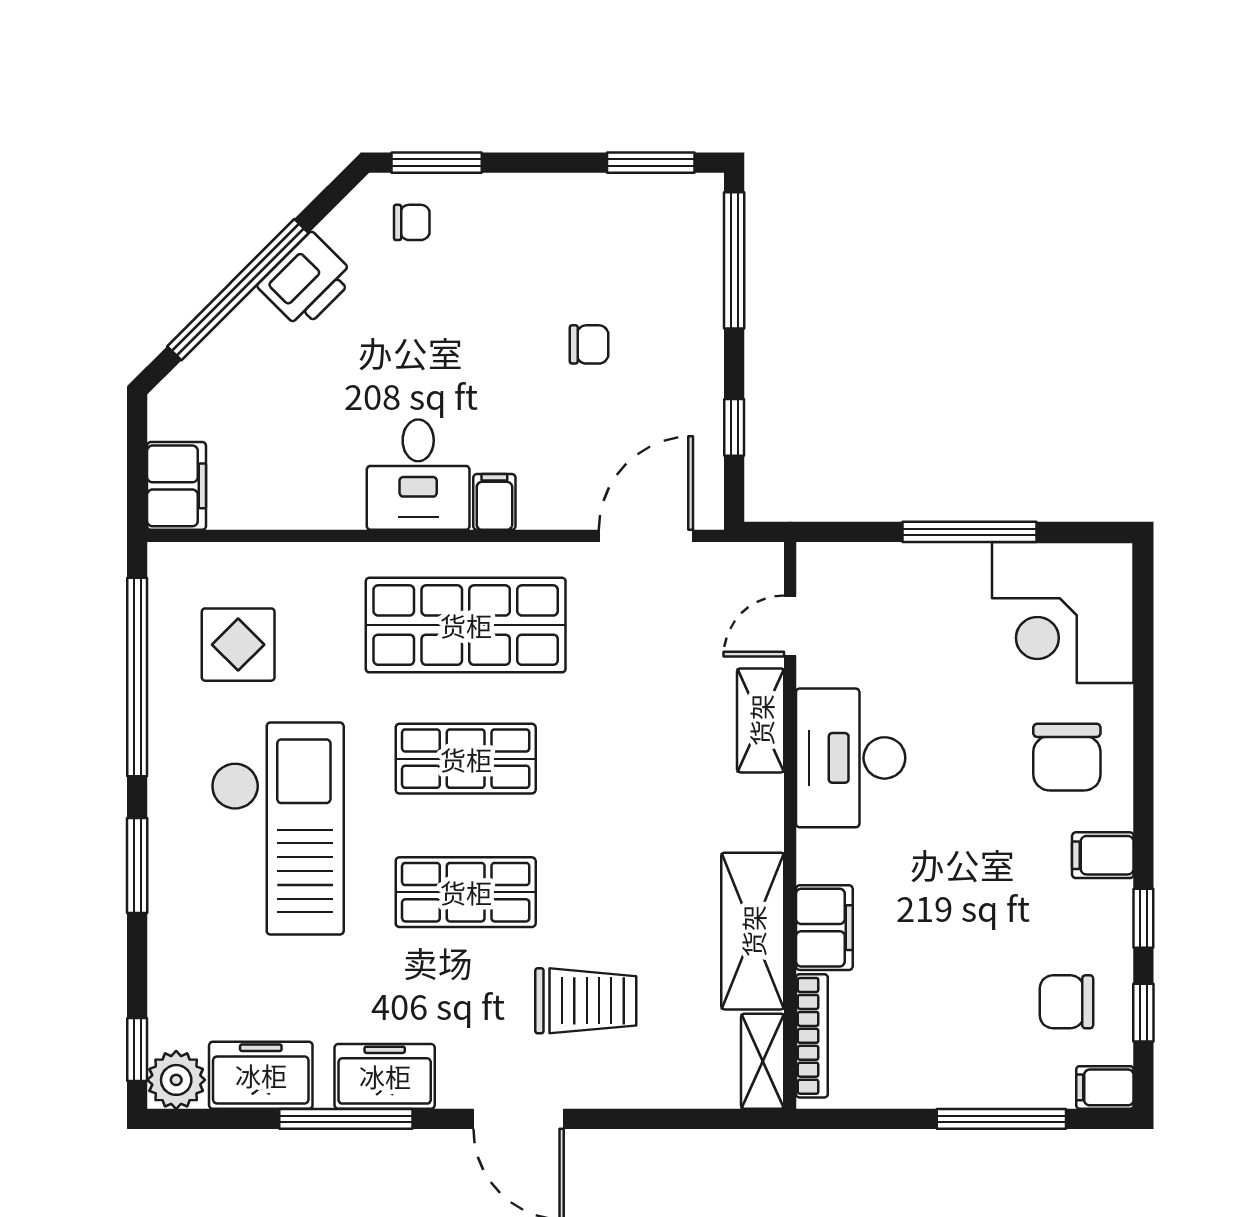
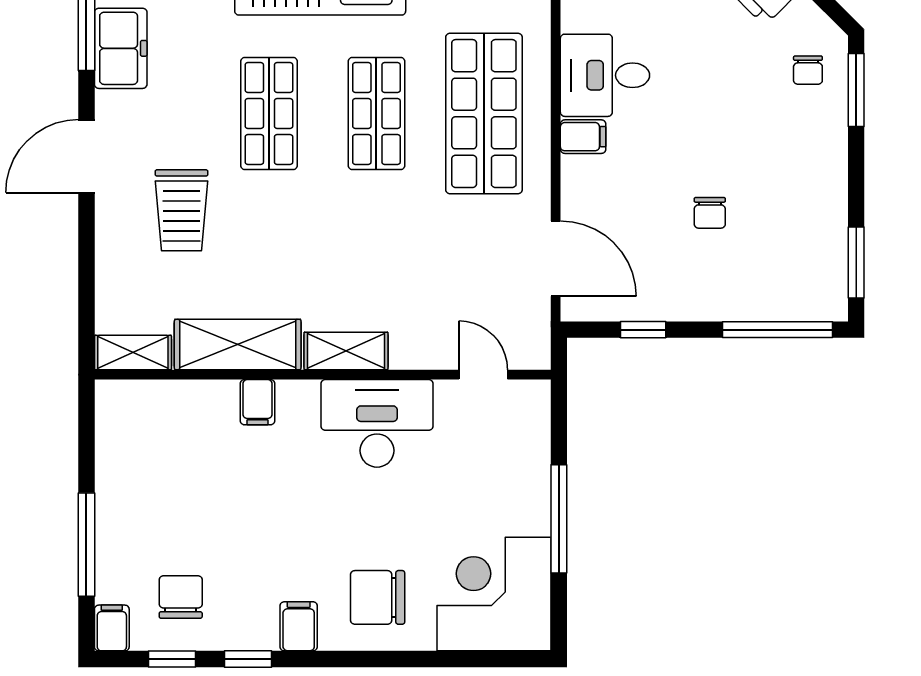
shelving: (761, 720) -> (346, 351), moved
filing cabinet: (824, 928) -> (257, 402), width x0.50
bookcase: (812, 1036) -> (153, 392), removed

